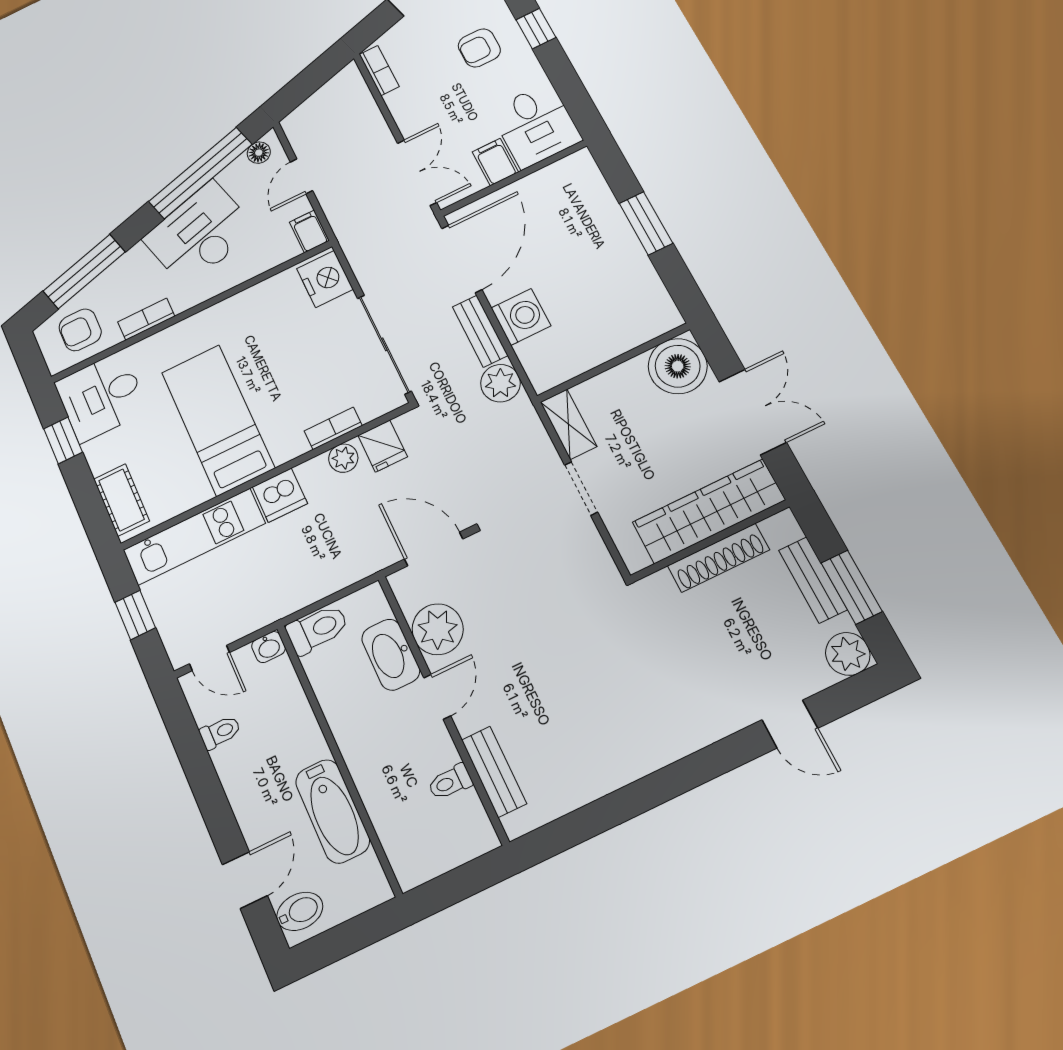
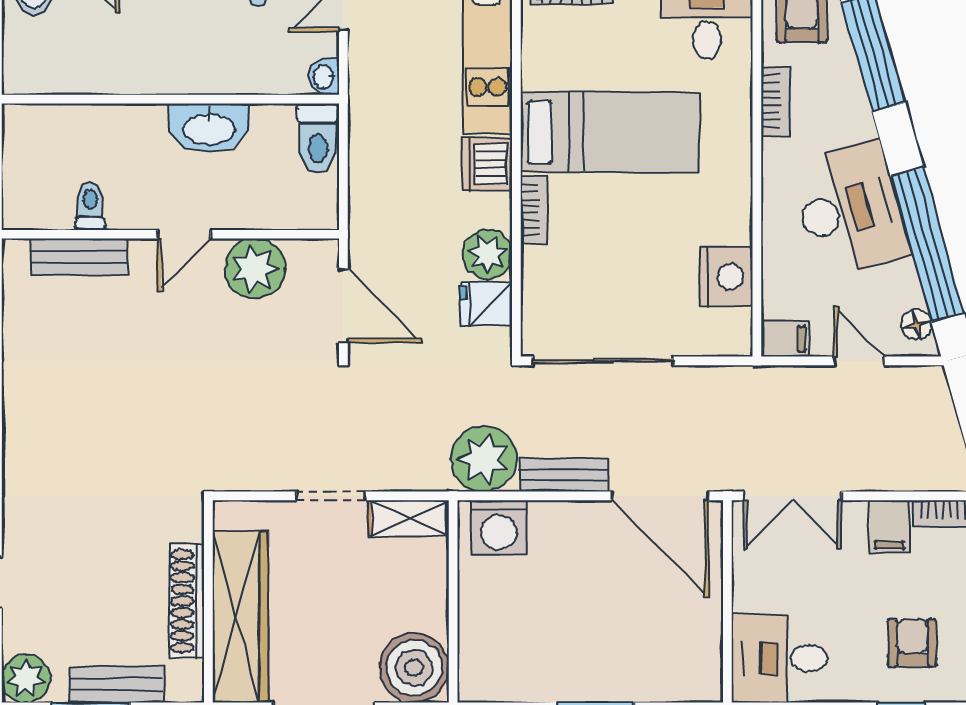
filing cabinet: (495, 162) -> (889, 527), moved, turned 90
nightstand: (325, 279) -> (726, 277), moved, turned -90
washing machine: (521, 317) -> (499, 528), moved
plant: (500, 383) -> (484, 459), width x1.36, depth x1.36
bookcase: (333, 428) -> (534, 210), moved
plant: (343, 458) -> (488, 254), width x1.38, depth x1.38
door: (434, 549) -> (343, 306), hinge flipped
washbasin: (391, 655) -> (209, 128), moved, turned 180
door: (437, 697) -> (184, 234), hinge flipped
bathtub: (332, 811) -> (119, 68), removed

